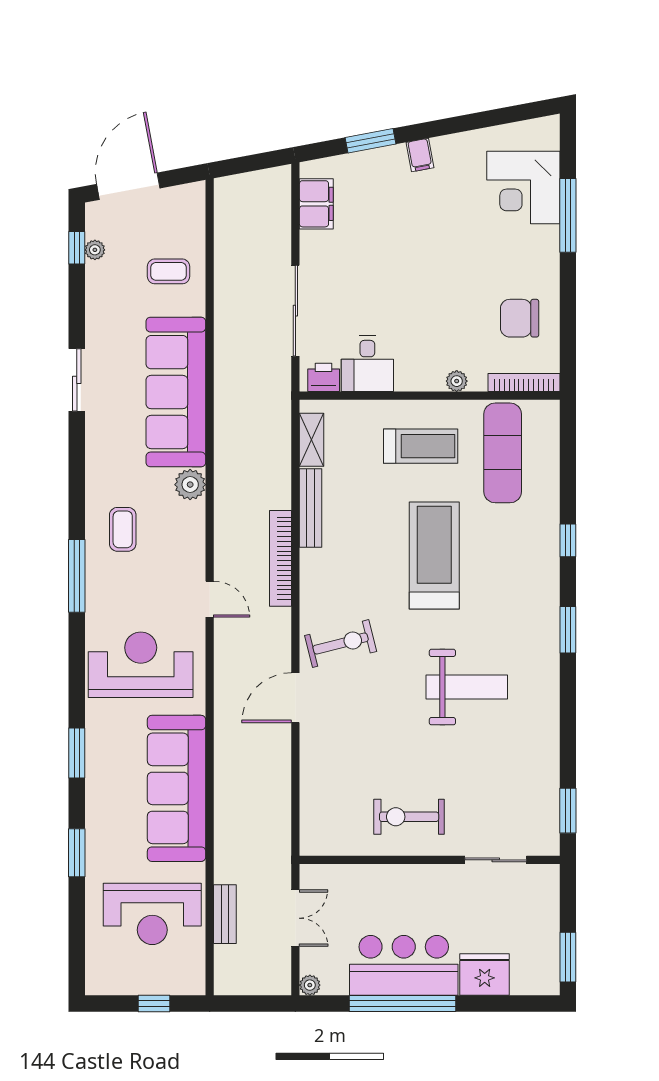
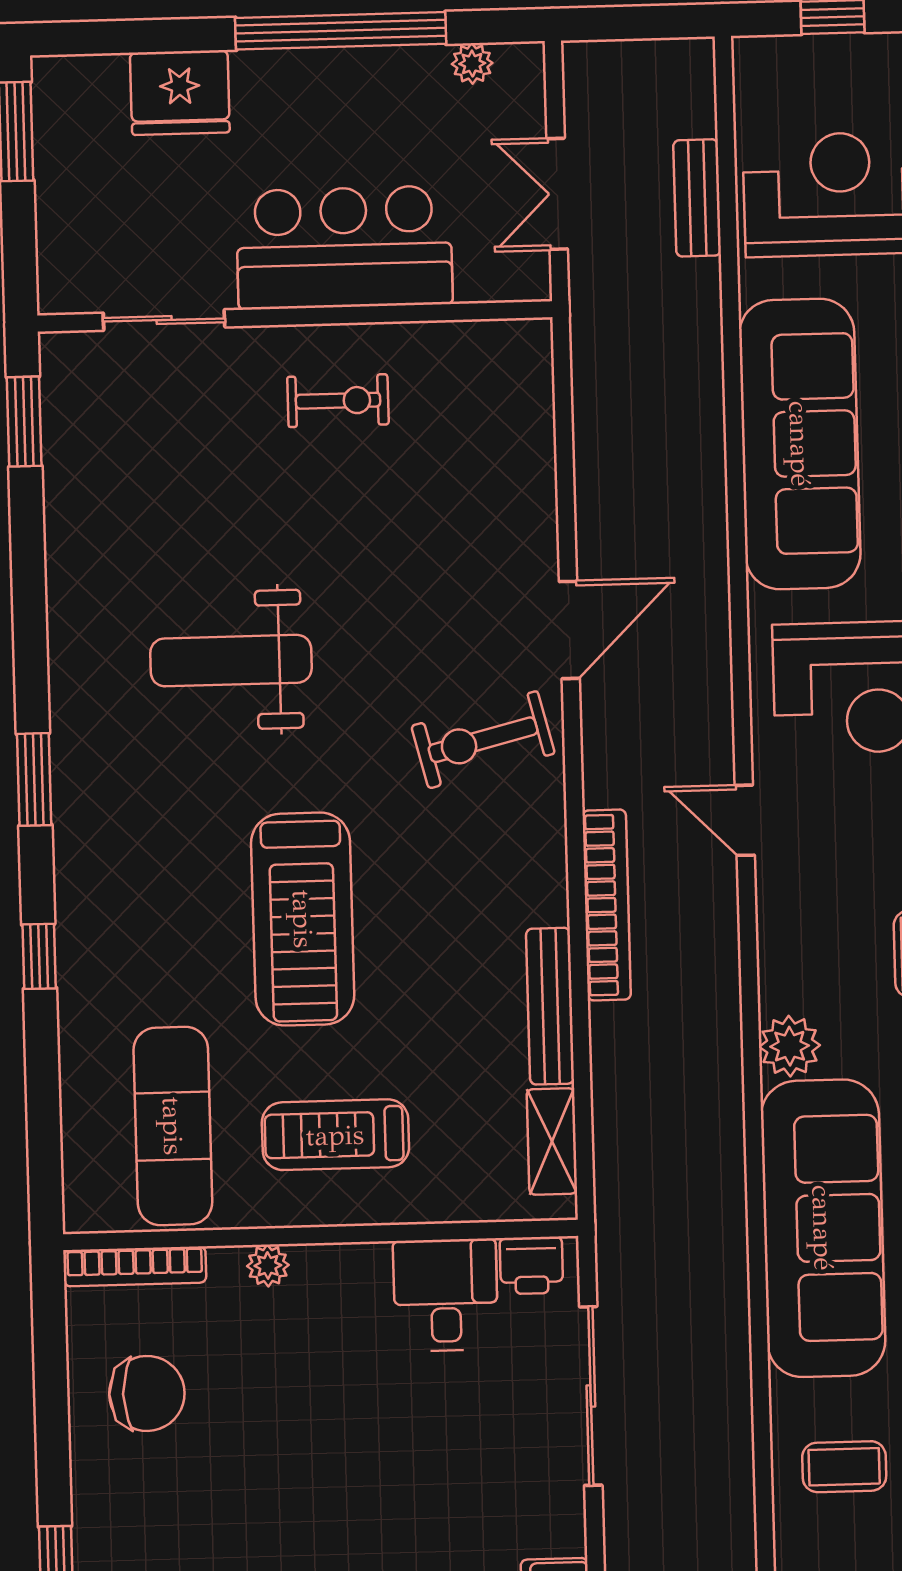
exercise bike: (409, 817) -> (338, 401), width x0.73, depth x0.72
bar counter: (404, 965) -> (344, 248), moved, turned 180
plant: (310, 985) -> (472, 63), moved

